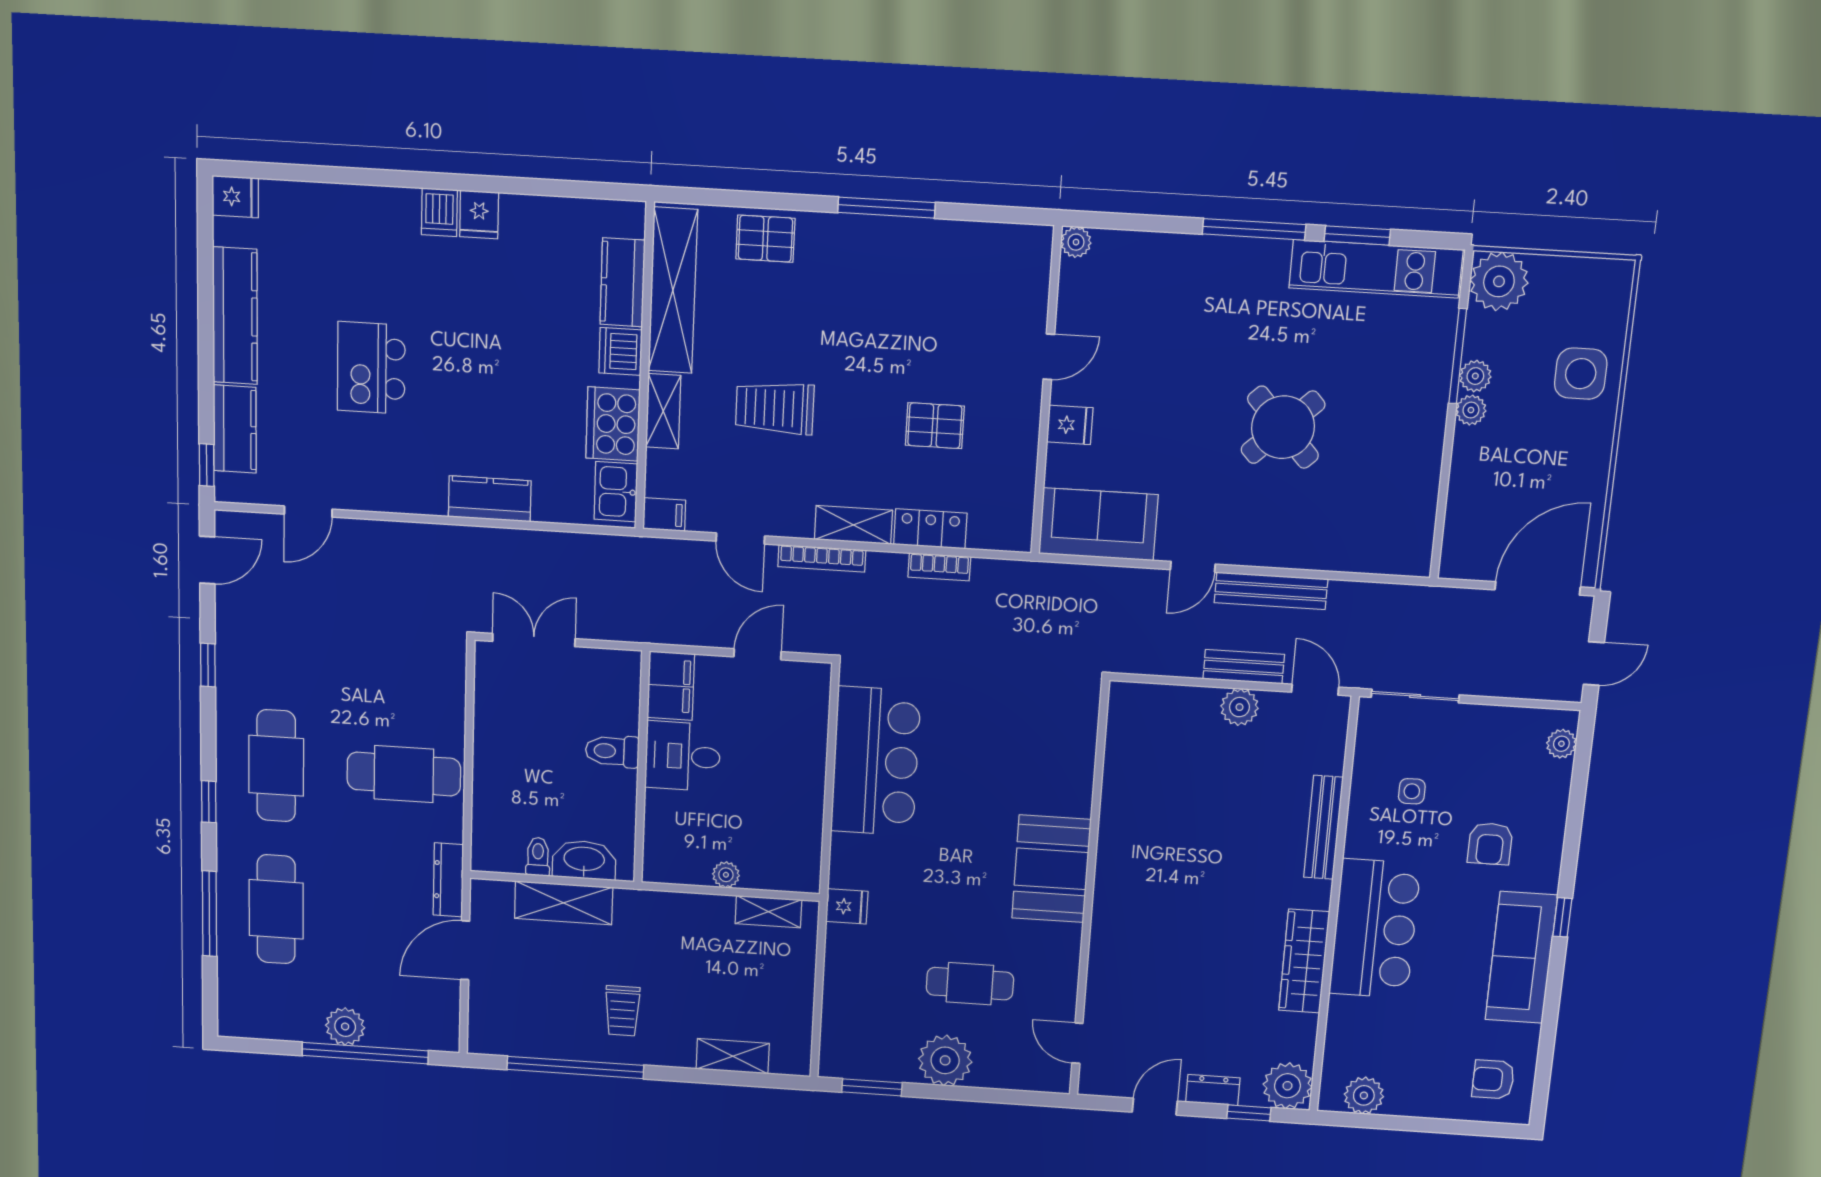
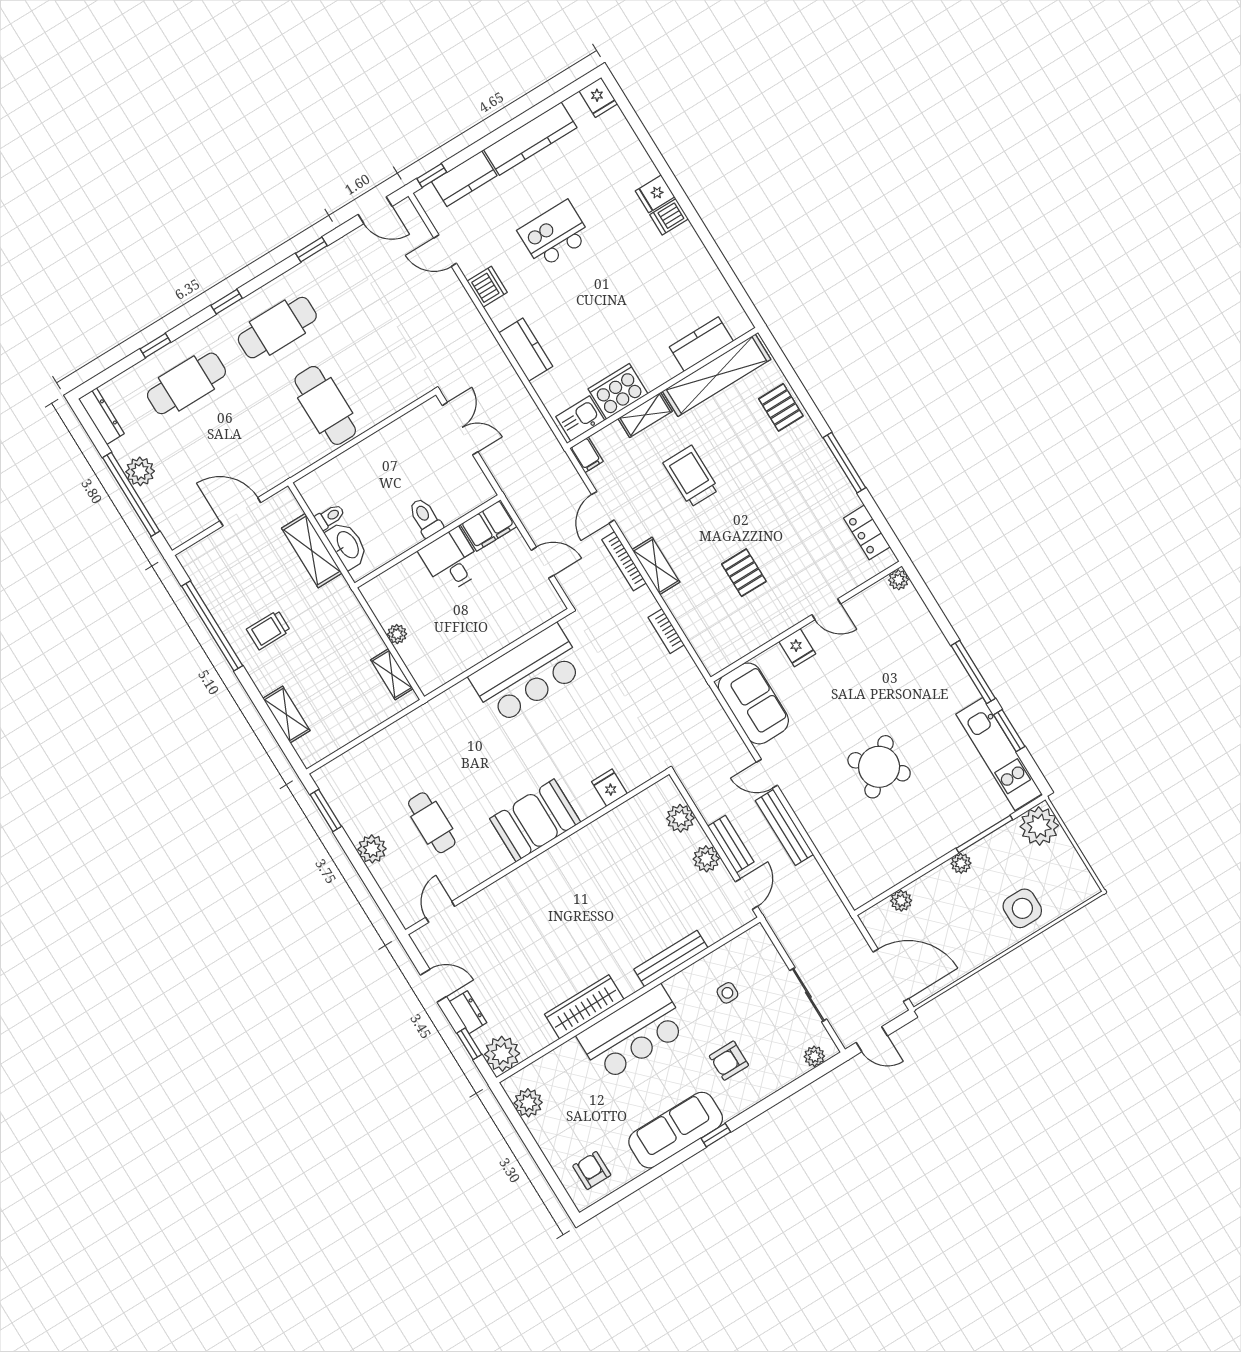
fridge: (479, 215) -> (655, 194), moved
dishwasher: (620, 351) -> (487, 287), moved, turned 90
plant: (1475, 376) -> (901, 901), moved
locker: (930, 529) -> (867, 532), moved, turned 180
sliding door: (1415, 696) -> (808, 995), moved
plant: (1170, 704) -> (680, 818), added
dresser: (448, 880) -> (101, 416), moved, turned 90
fridge: (847, 906) -> (609, 788), moved, turned 180
window: (209, 914) -> (155, 345), width x0.46
plant: (945, 1060) -> (372, 849), width x0.73, depth x0.73

